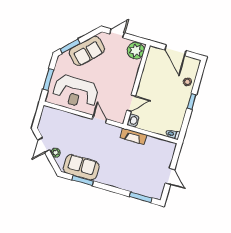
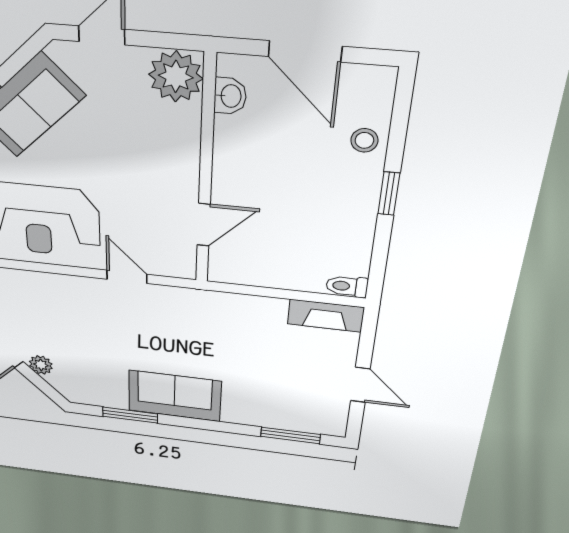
washbasin: (133, 120) -> (230, 96), moved
fireplace: (133, 136) -> (326, 316), moved
sofa: (81, 167) -> (175, 396), moved

